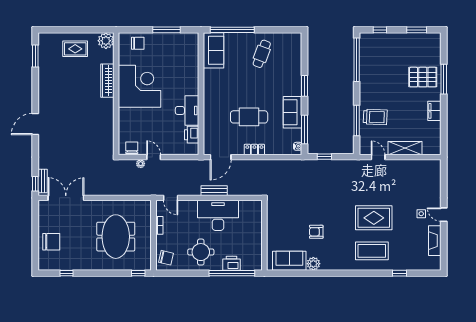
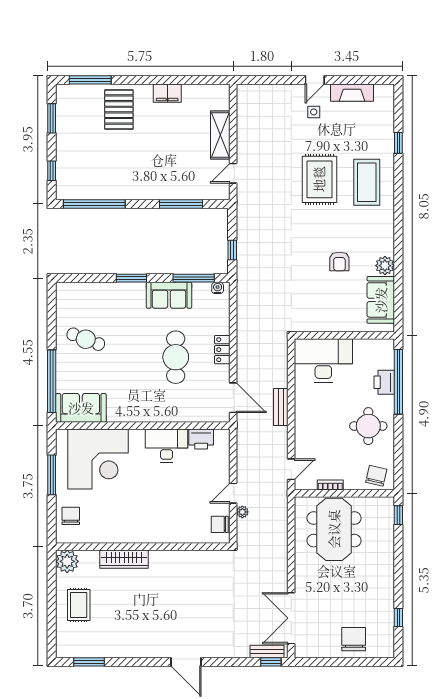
window: (444, 79) -> (90, 80), moved
corner desk: (140, 86) -> (98, 459), moved, turned 180
trolley: (375, 117) -> (176, 177), removed
desk: (218, 215) -> (323, 360), moved, turned 90
meeting table: (116, 237) -> (334, 529), moved, turned 90

